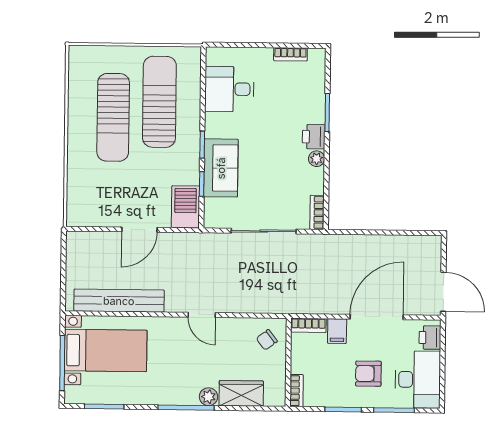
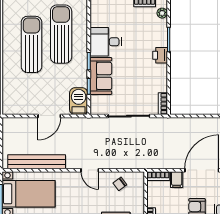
desk: (229, 89) -> (106, 42), moved
sun lounger: (113, 117) -> (31, 44), turned 180
plant: (317, 159) -> (162, 13), moved
chair: (267, 340) -> (120, 184), moved

